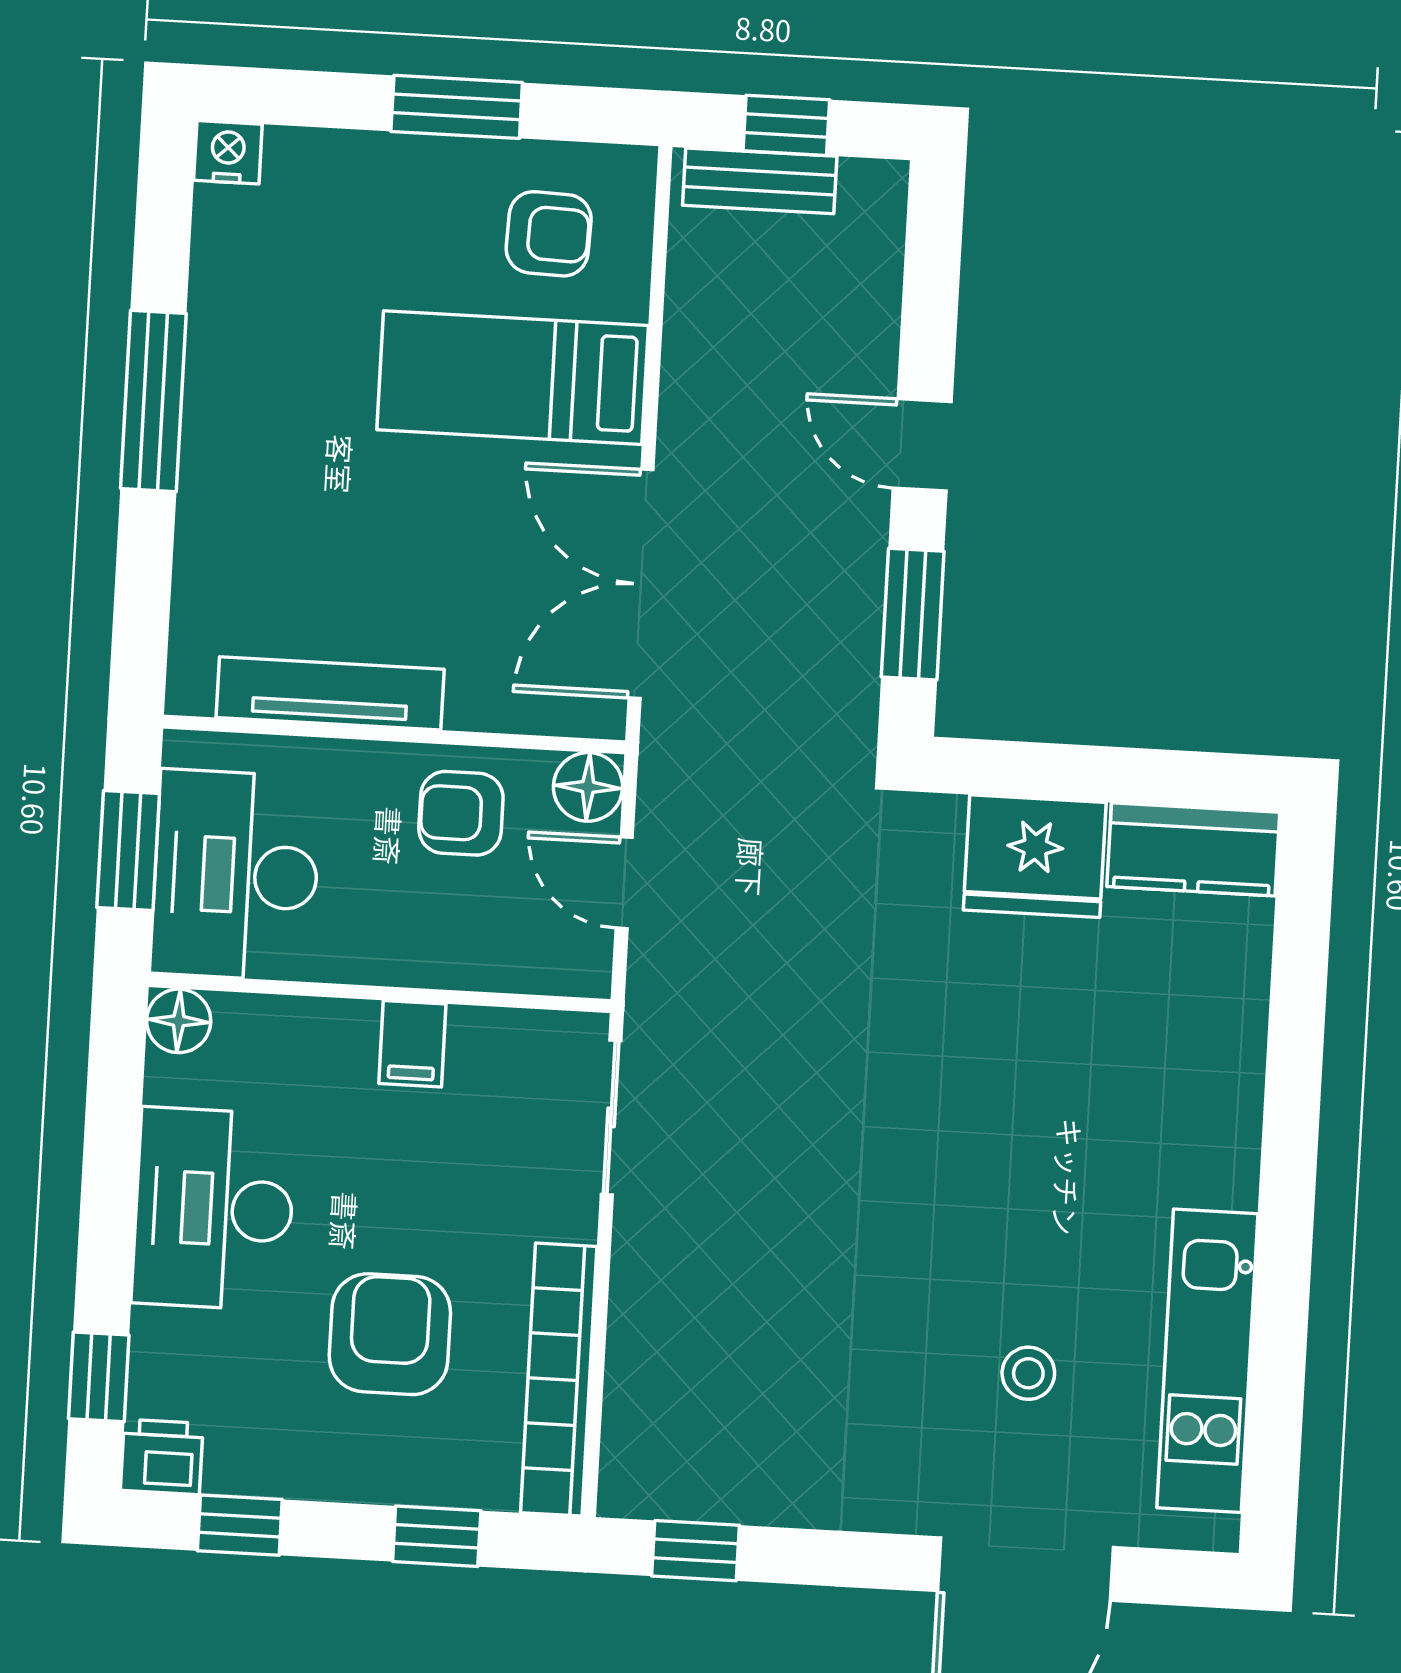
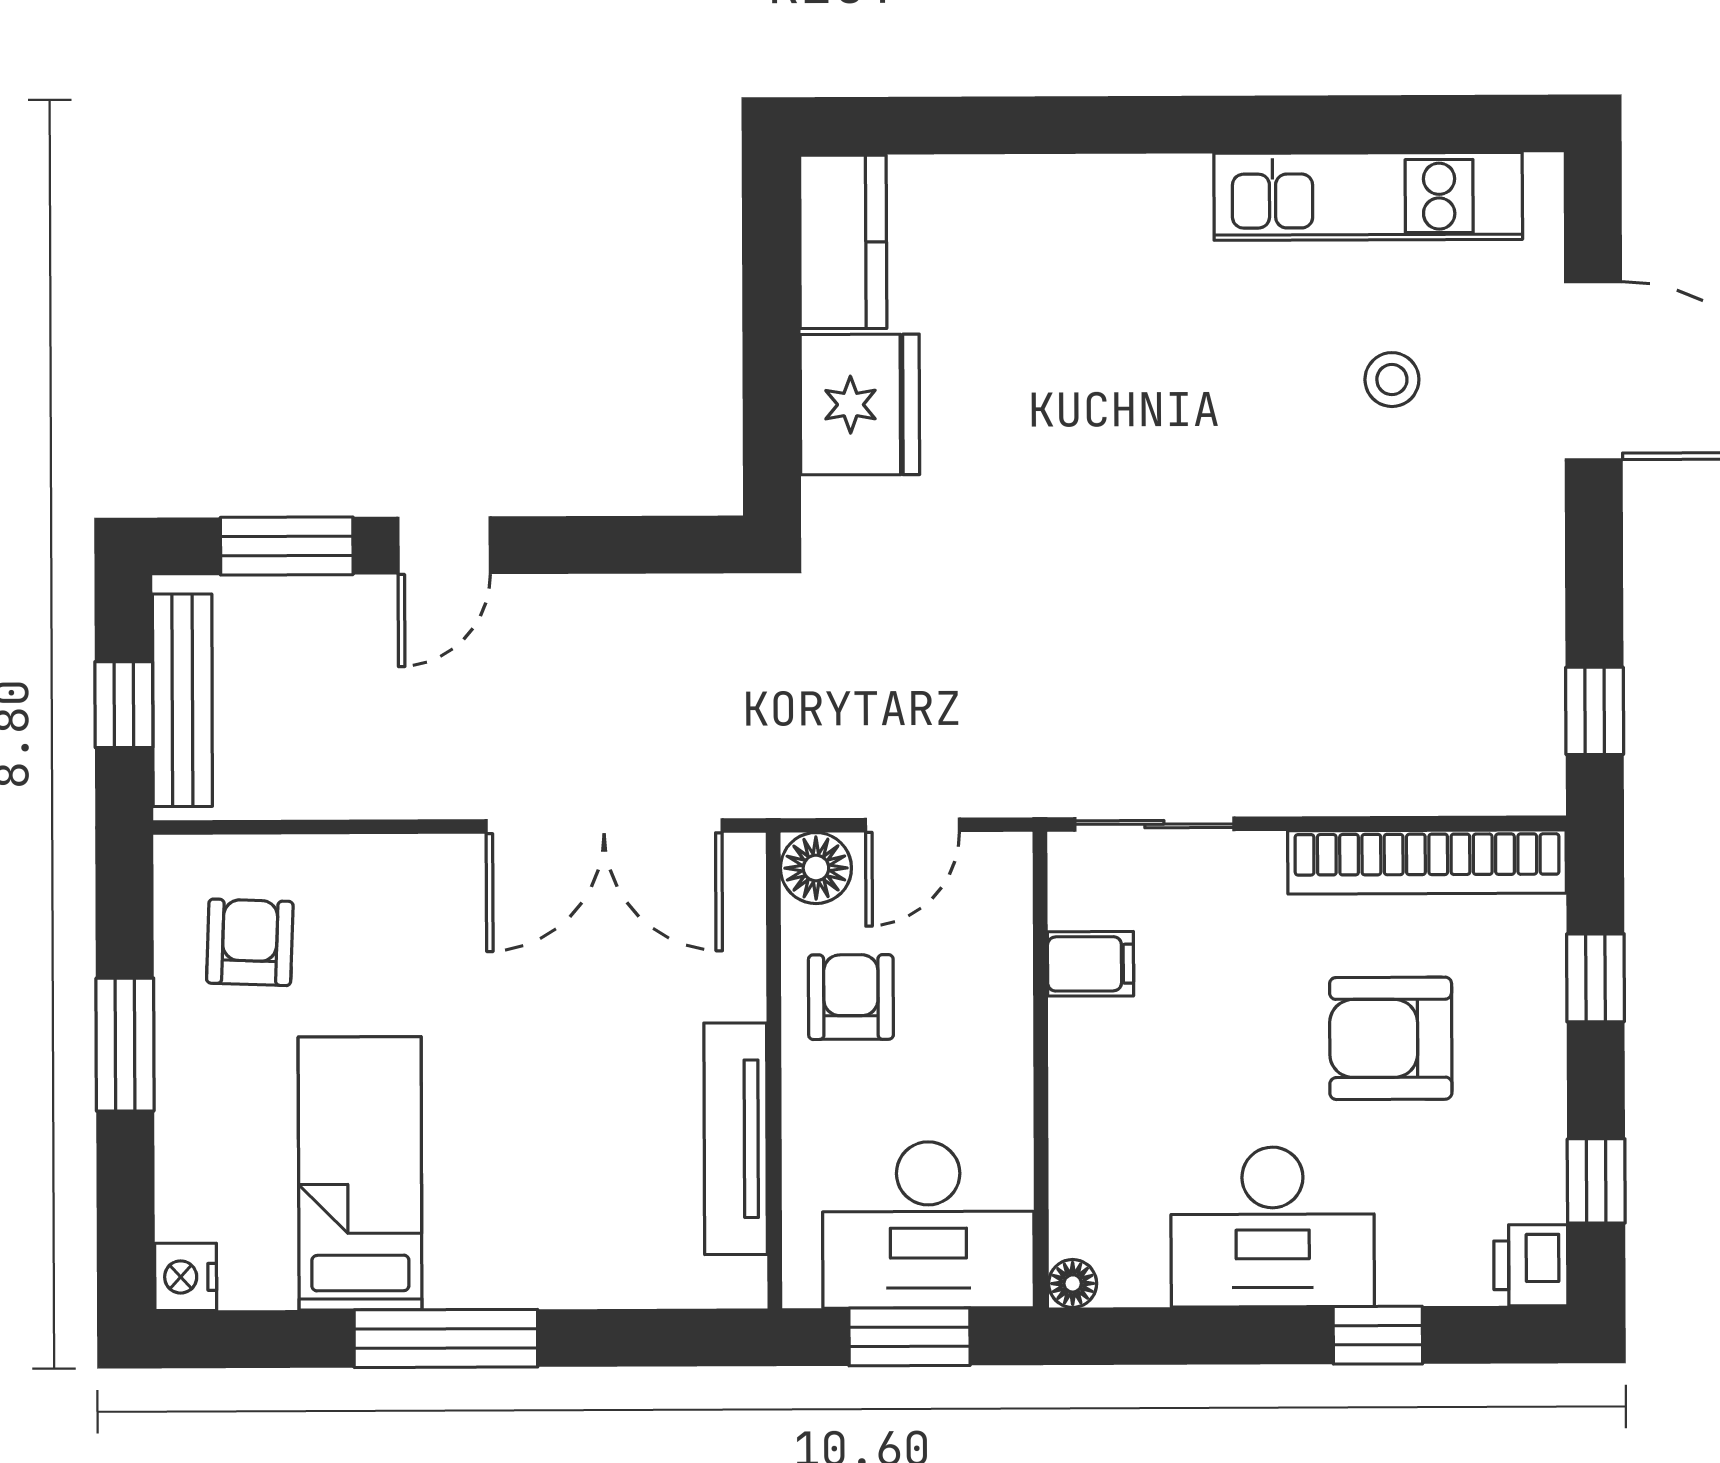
bench: (760, 181) -> (182, 700), width x1.36
bed: (513, 378) -> (360, 1173), moved, turned 180
window: (913, 614) -> (287, 546), moved
armchair: (461, 813) -> (851, 997), turned 180
floor lamp: (179, 1021) -> (1073, 1283), width x0.73, depth x0.73
filing cabinet: (412, 1044) -> (1091, 964), moved
window: (99, 1377) -> (1378, 1335), moved

